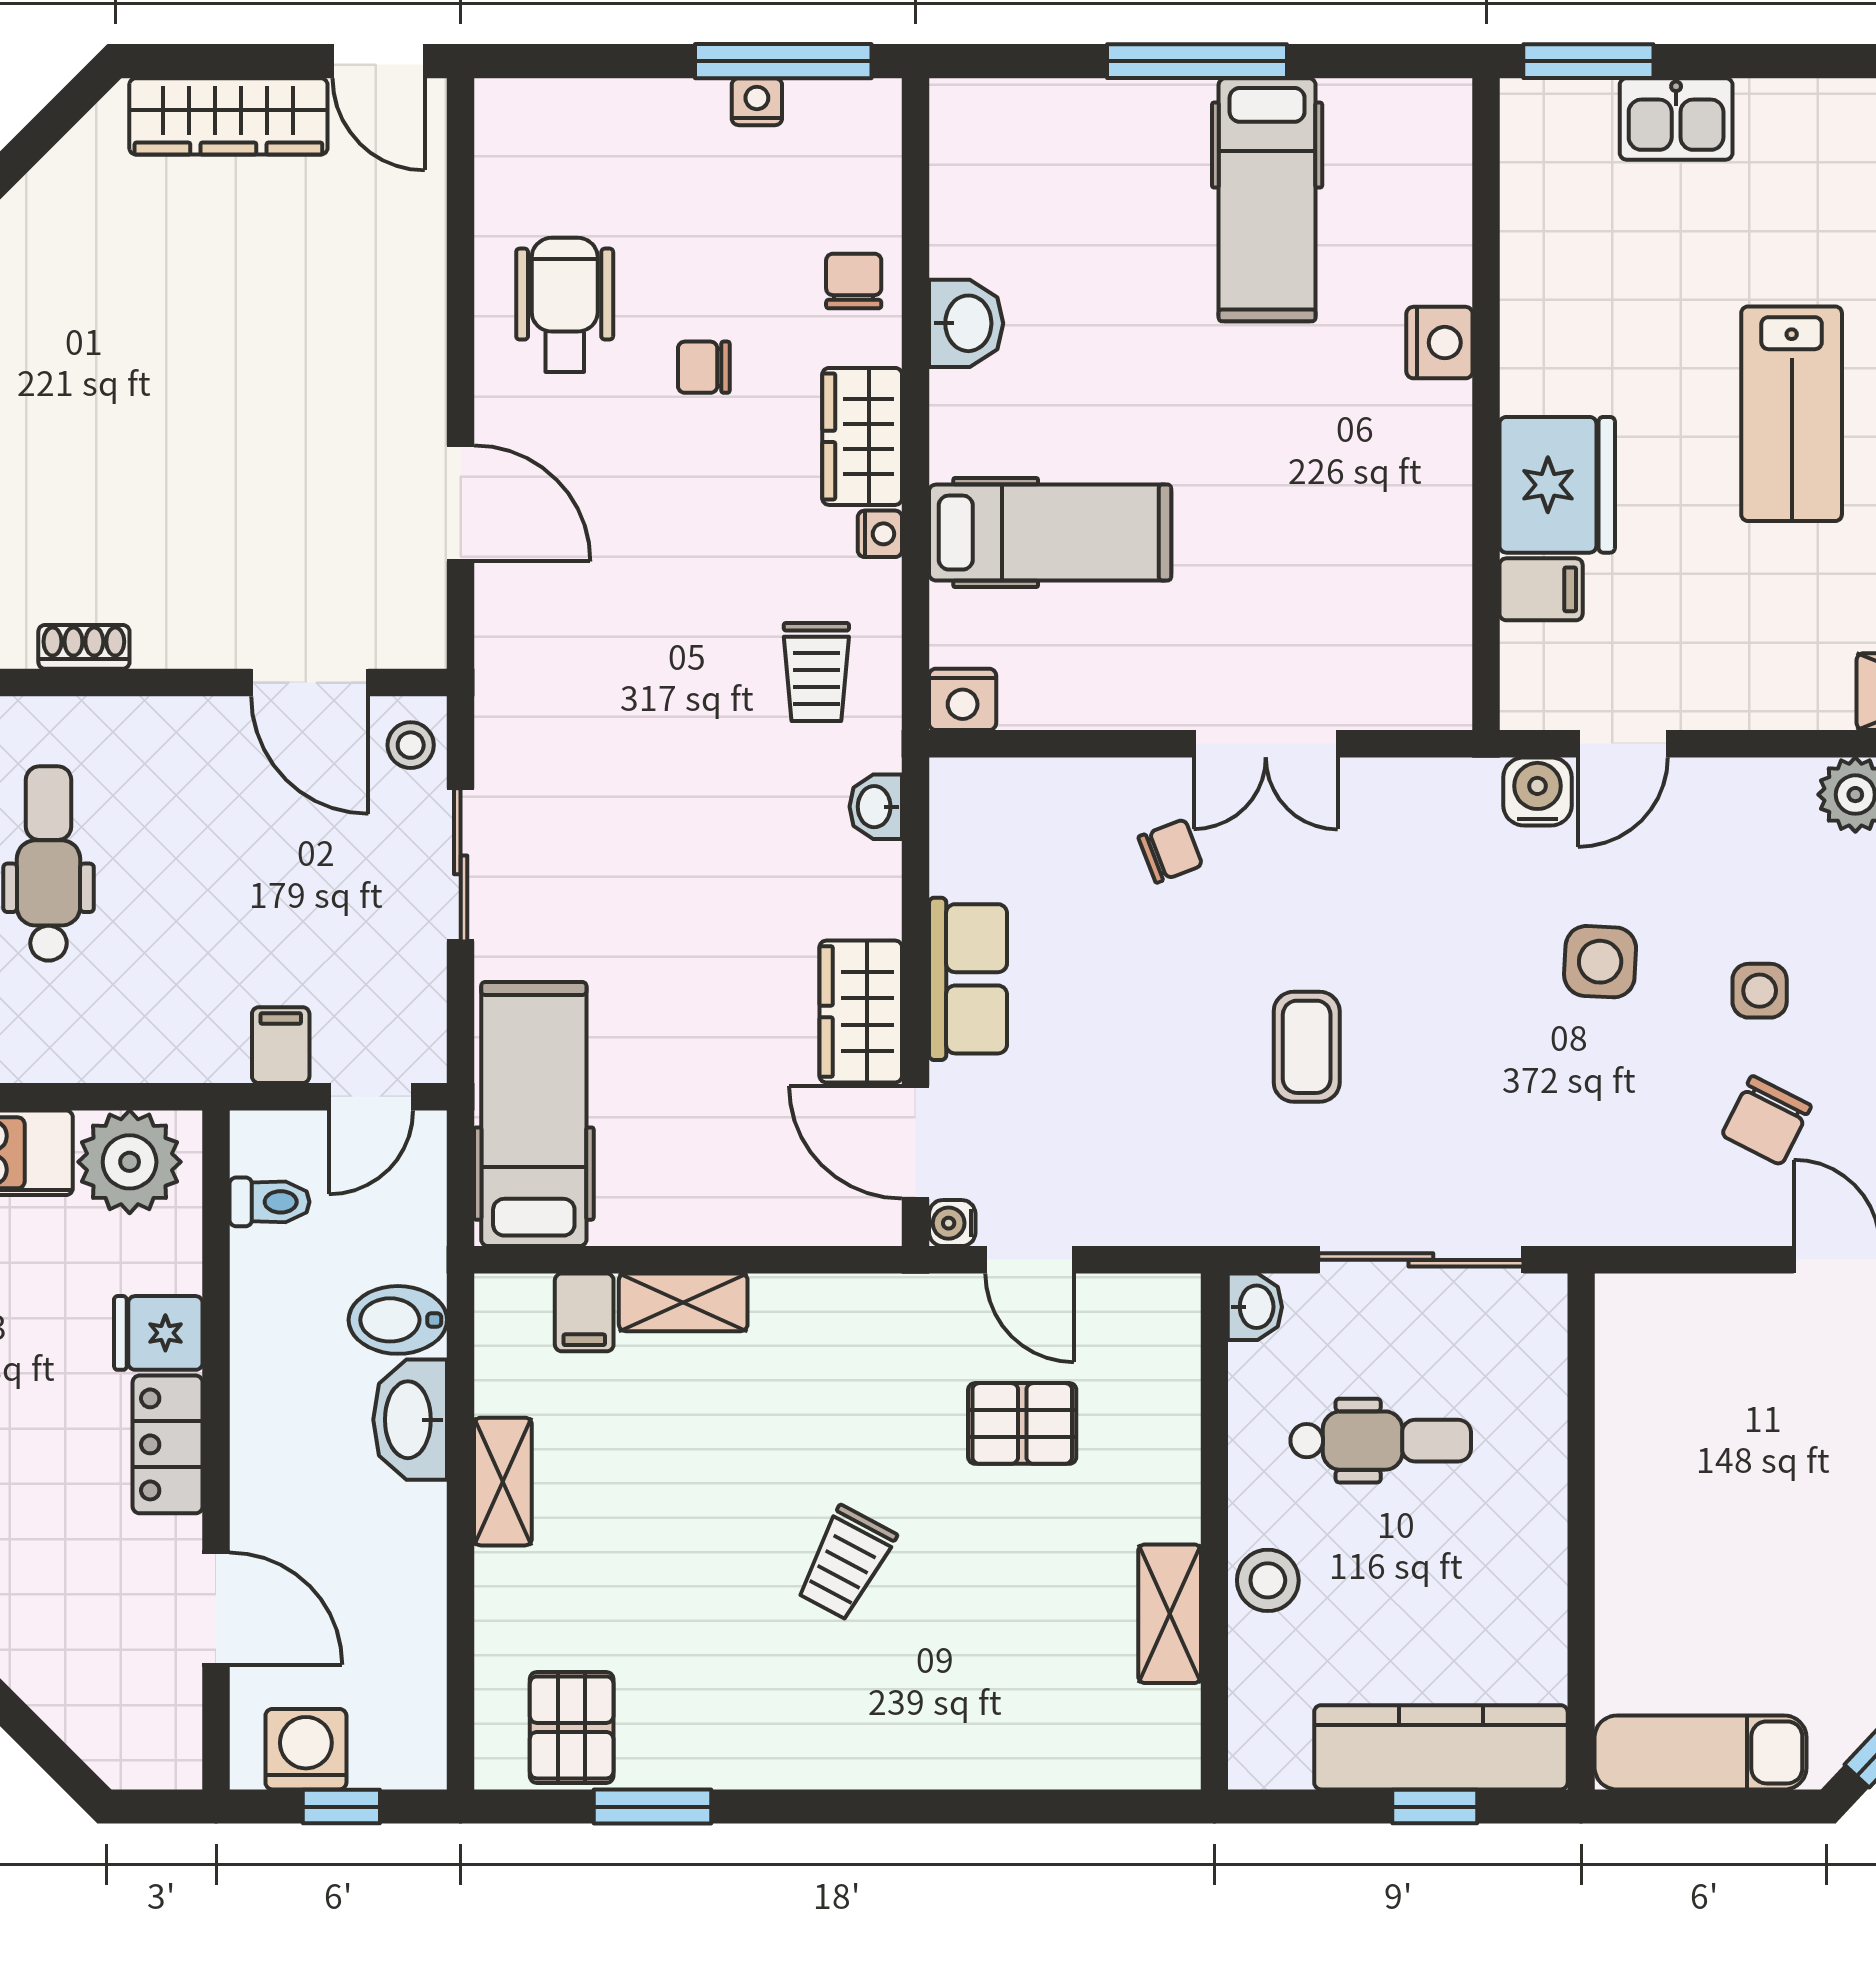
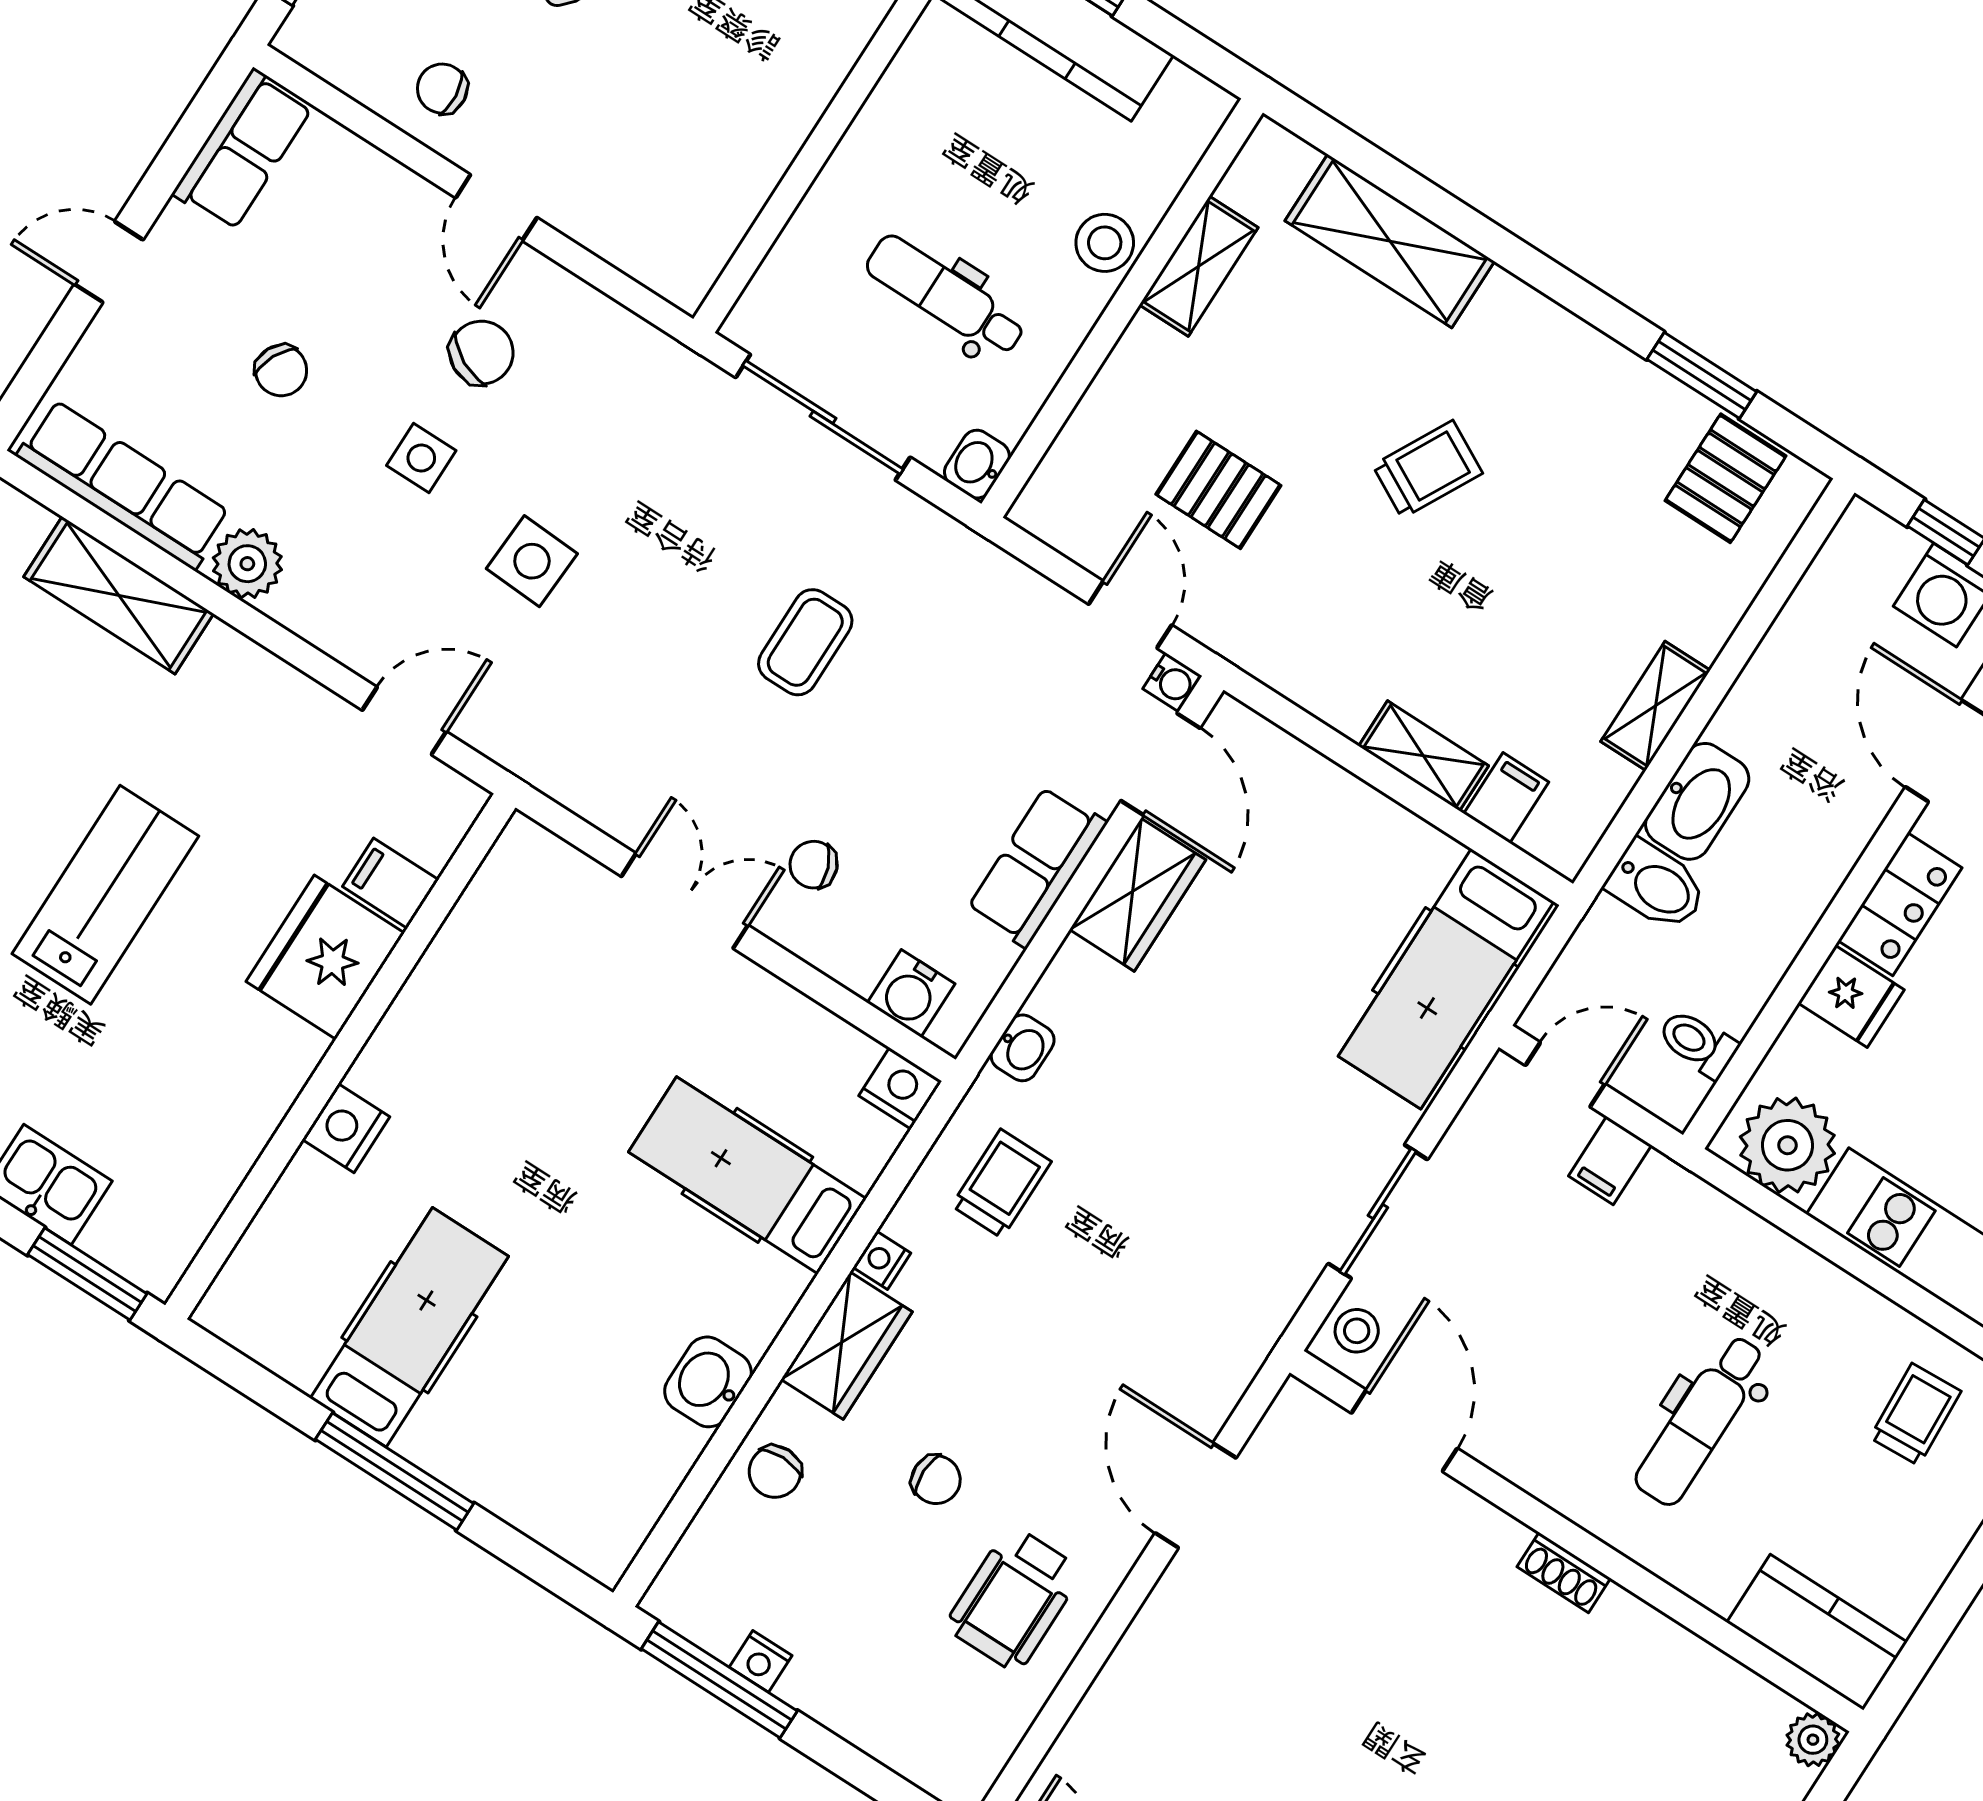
water cooler: (1537, 791) -> (911, 993), moved
shelving: (1012, 1747) -> (1390, 241), added

